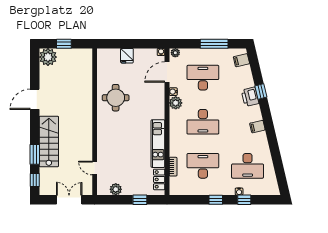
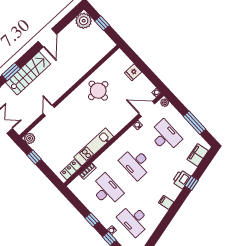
filing cabinet: (241, 60) -> (198, 155), width x2.00
door: (35, 99) -> (47, 38), swing flipped
plant: (176, 103) -> (132, 134), removed
door: (95, 168) -> (49, 111), moved
plant: (116, 189) -> (30, 138), moved
window: (140, 200) -> (34, 157), moved

